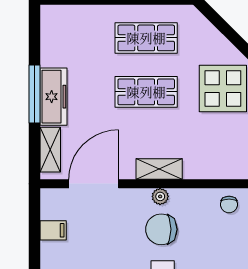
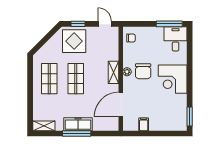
shelving: (50, 150) -> (44, 126), moved
door: (94, 184) -> (121, 104), hinge flipped

